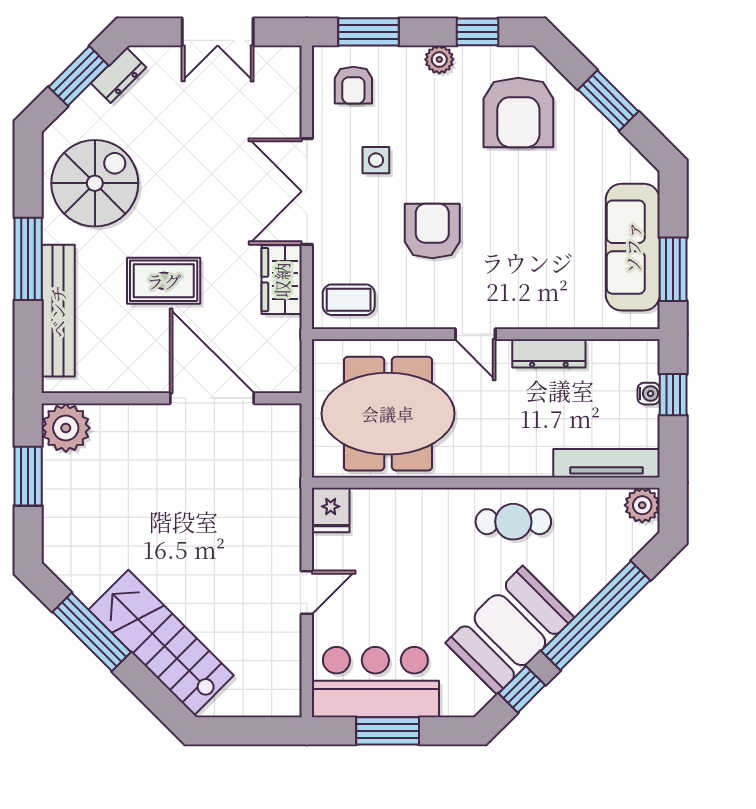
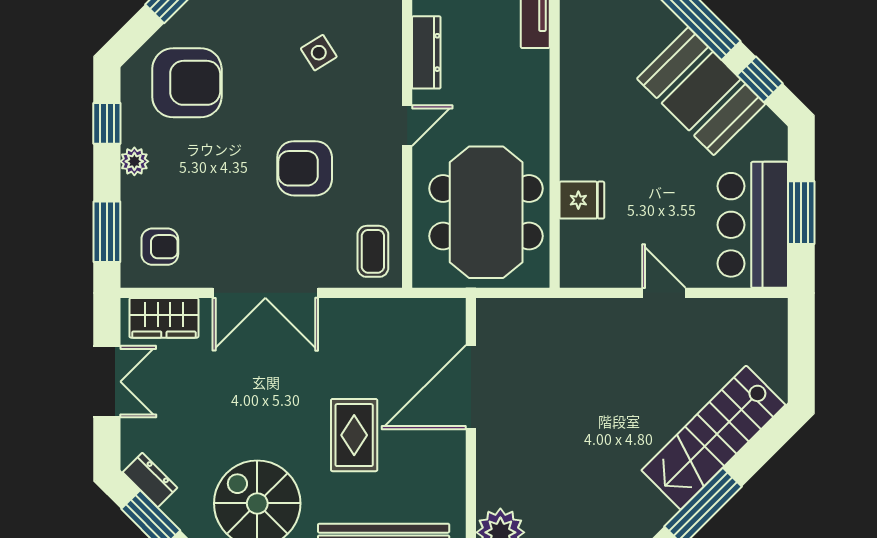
side table: (376, 160) -> (319, 53), moved, turned -32
wardrobe: (282, 280) -> (164, 318), moved
fridge: (331, 510) -> (582, 200), moved
cafe table: (513, 522) -> (593, 88), removed

